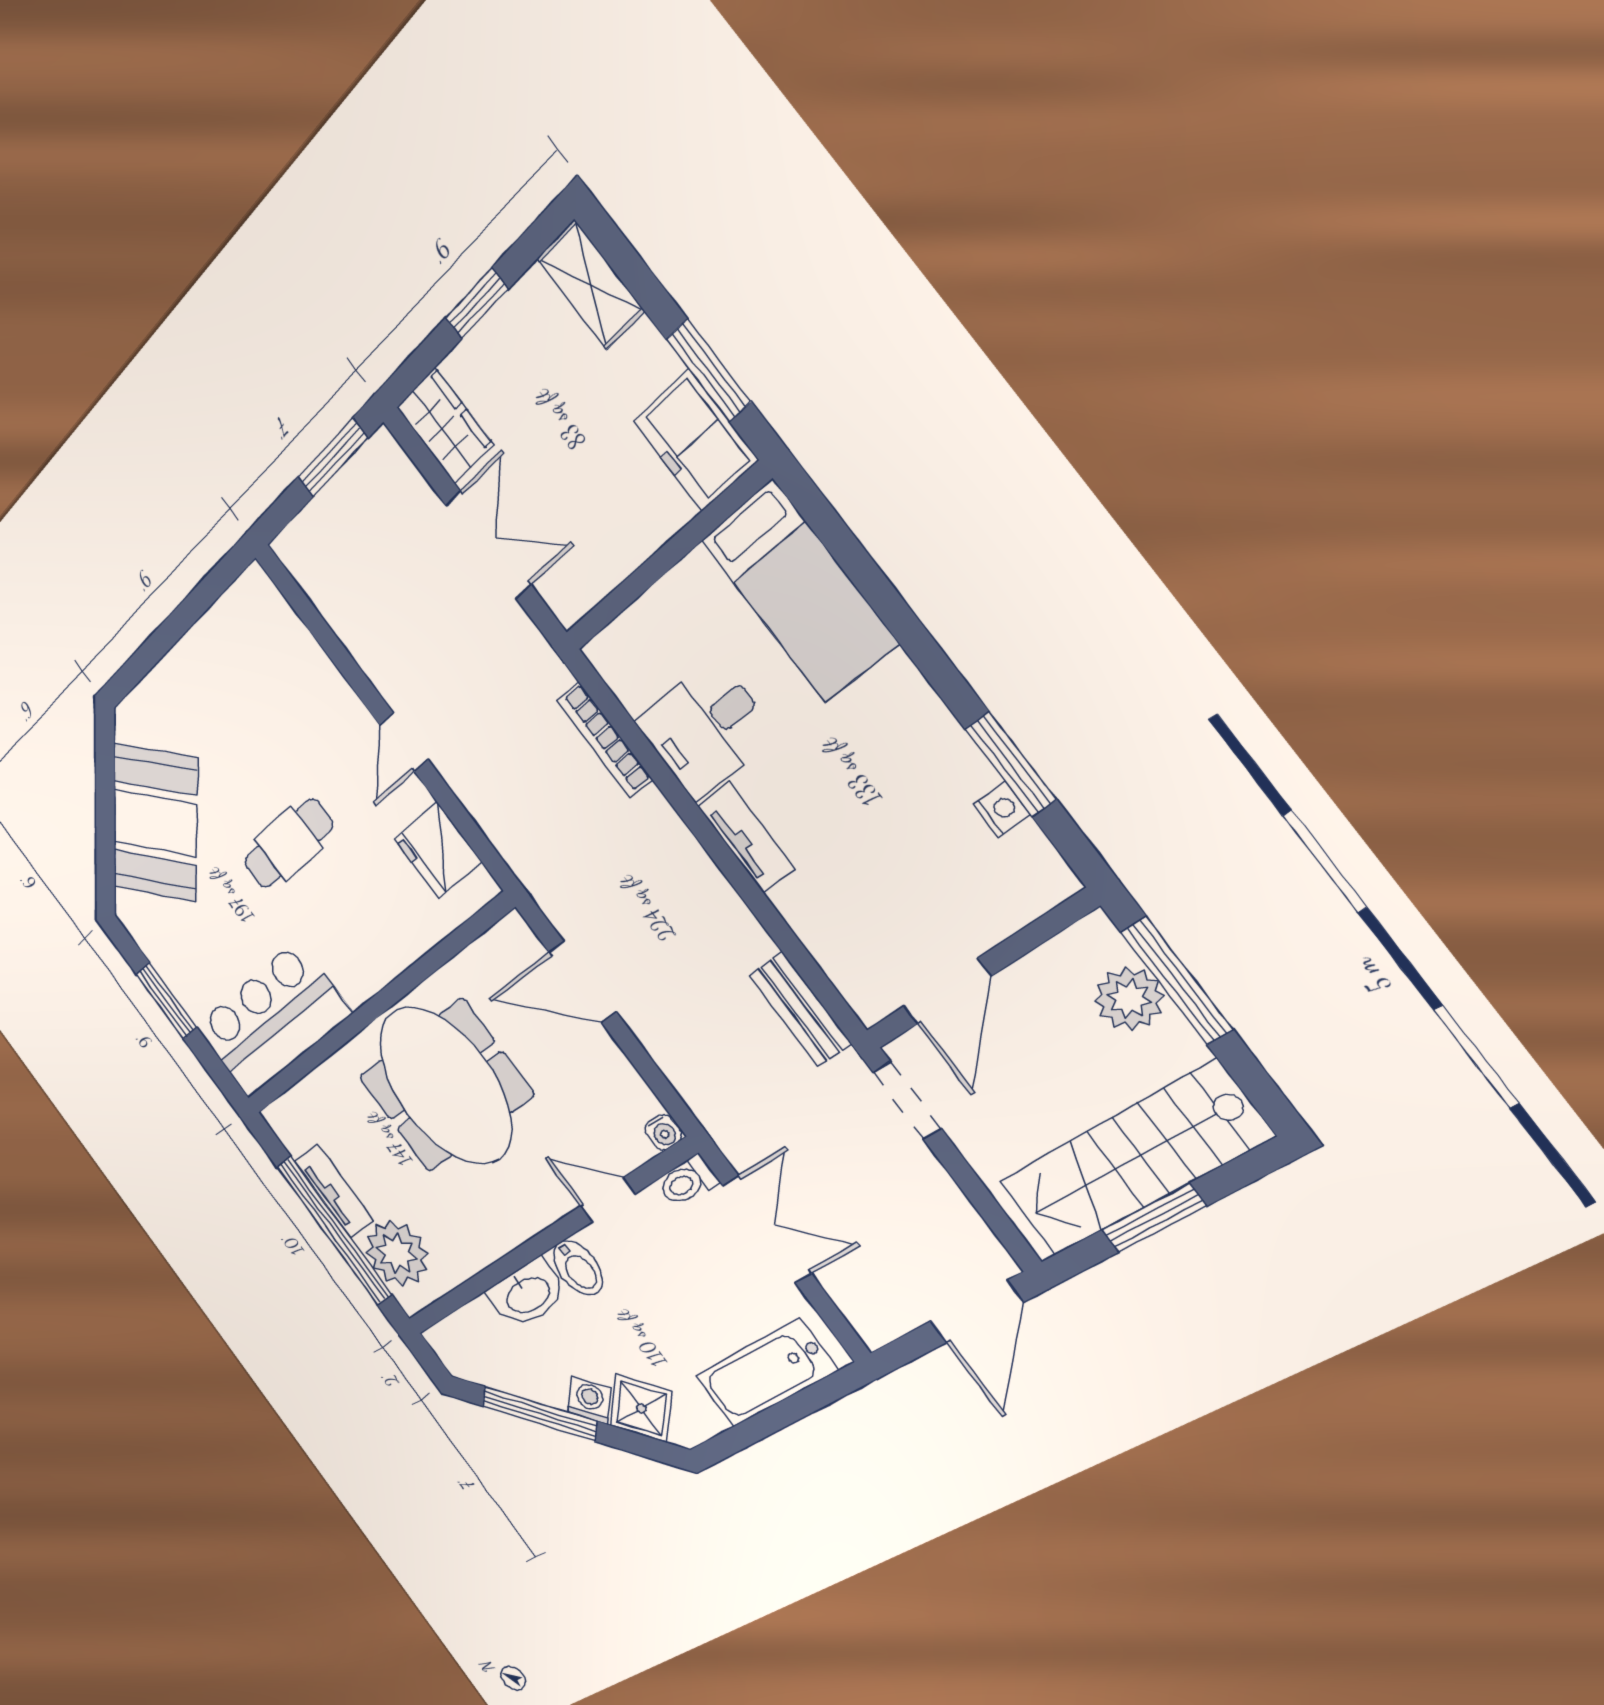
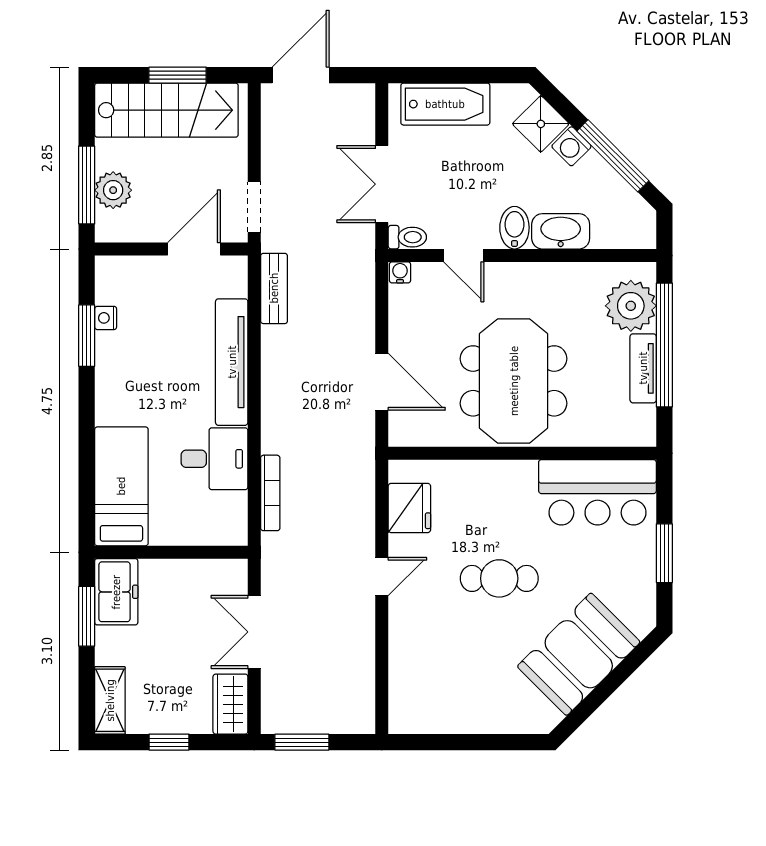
tv unit: (746, 837) -> (232, 362), width x1.92, depth x1.29

